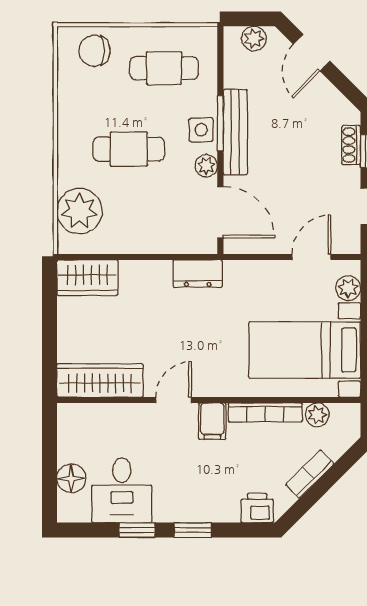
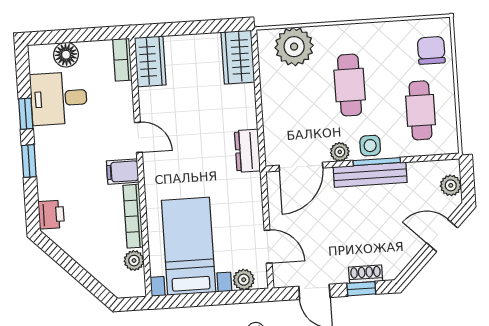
wardrobe: (100, 380) -> (150, 61), width x0.67
bookcase: (310, 474) -> (122, 60), moved, turned -135

